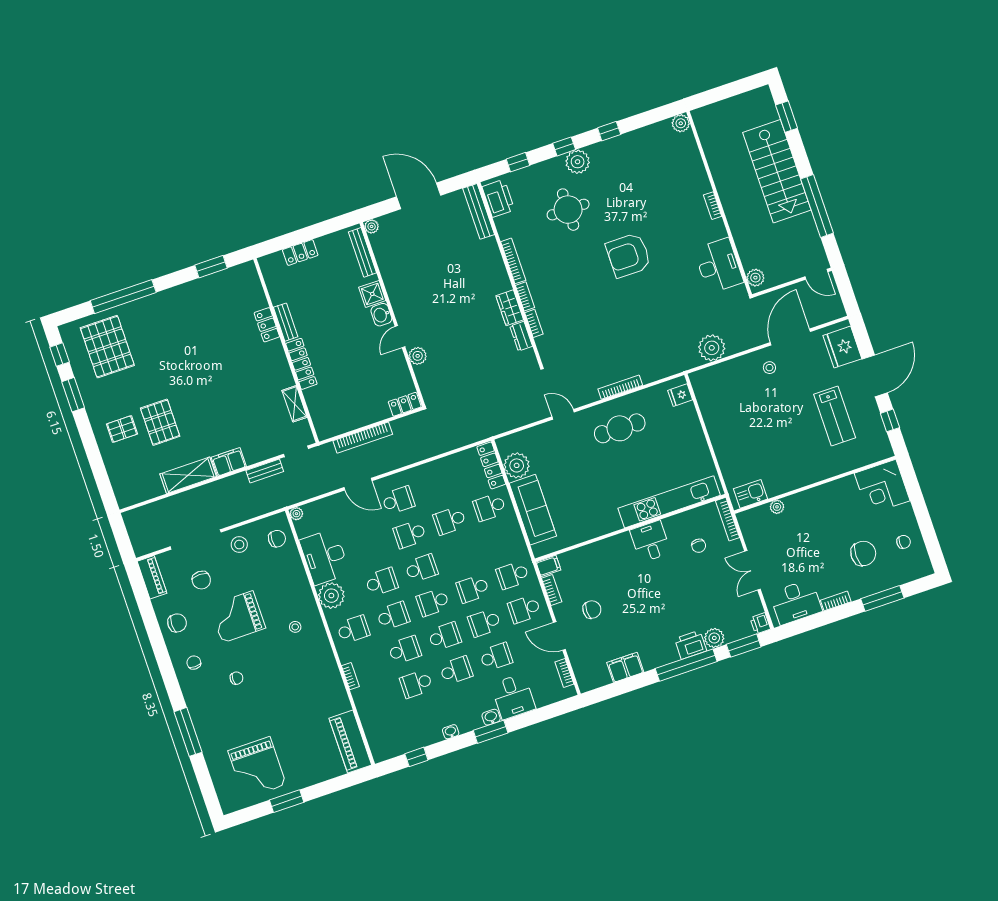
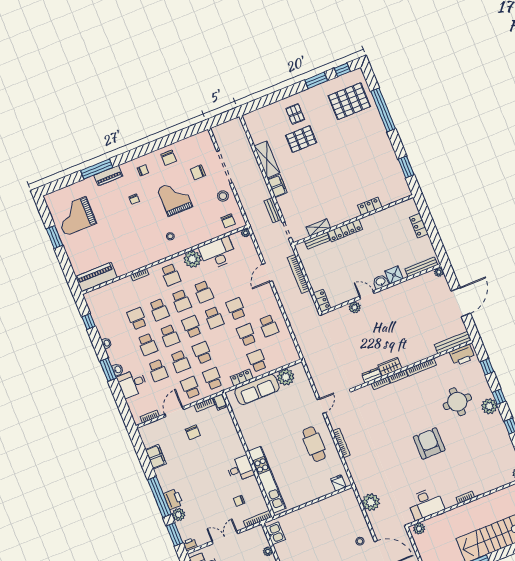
bench: (286, 322) -> (317, 241), moved
locker: (491, 465) -> (242, 378), moved, width x0.66
school desk: (398, 500) -> (269, 326), moved
piano: (152, 577) -> (108, 176), moved
school desk: (484, 623) -> (180, 362), turned 180

